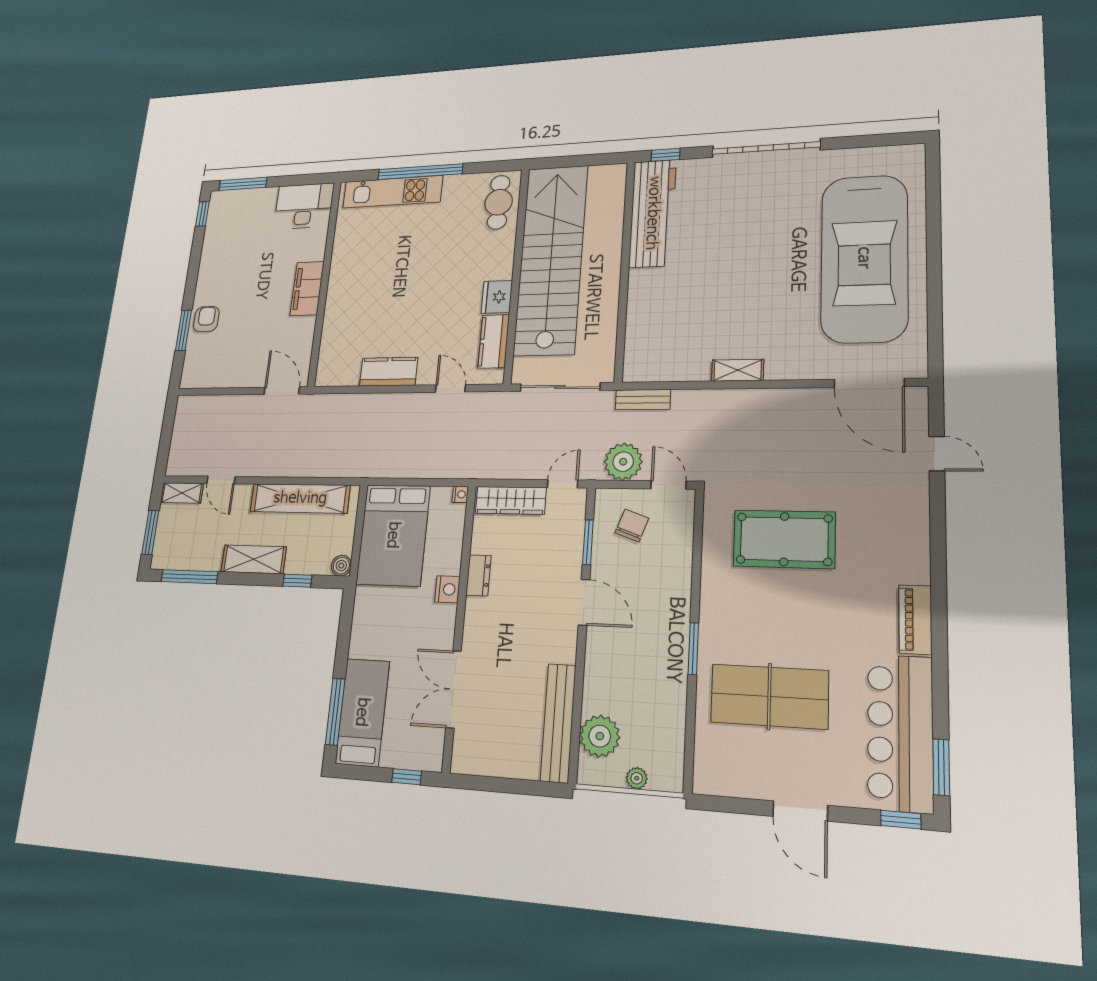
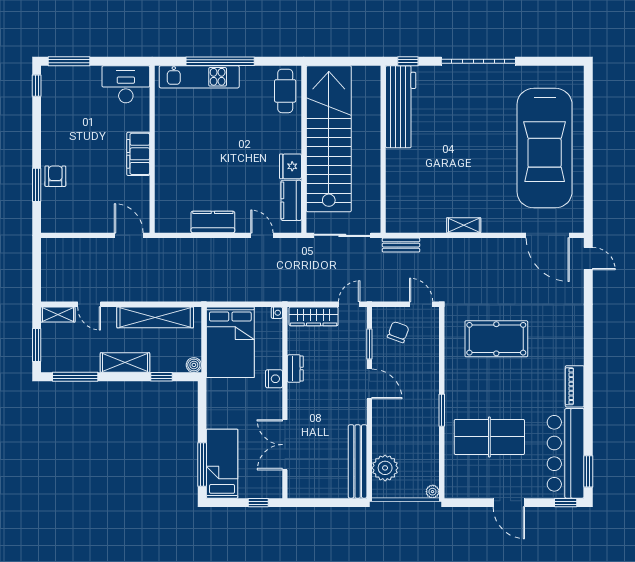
door: (937, 454) -> (588, 259), moved
plant: (623, 462) -> (390, 289), removed
plant: (637, 778) -> (433, 492), moved

